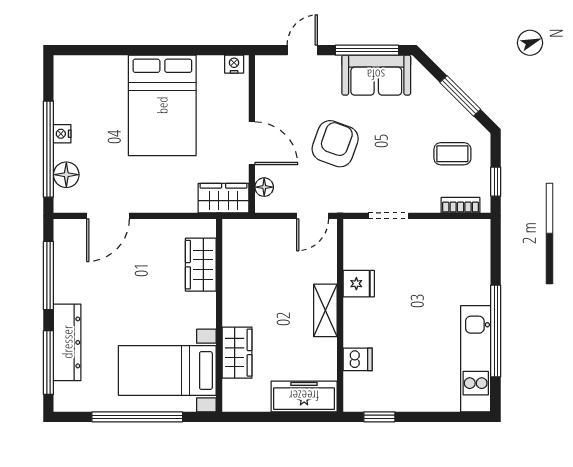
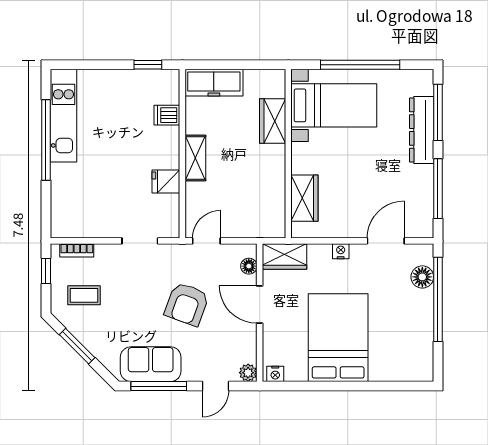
plant: (265, 65) -> (248, 373), added
nightstand: (62, 134) -> (341, 251), moved, turned -90

